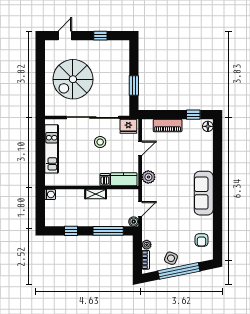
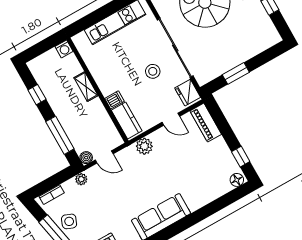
piano: (168, 126) -> (206, 123), moved
shelving: (96, 194) -> (86, 87), moved
plant: (147, 245) -> (81, 179), moved

